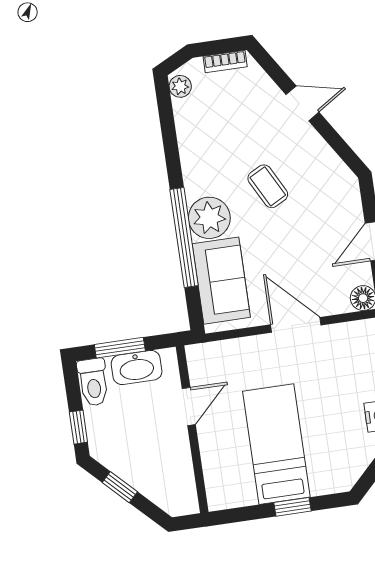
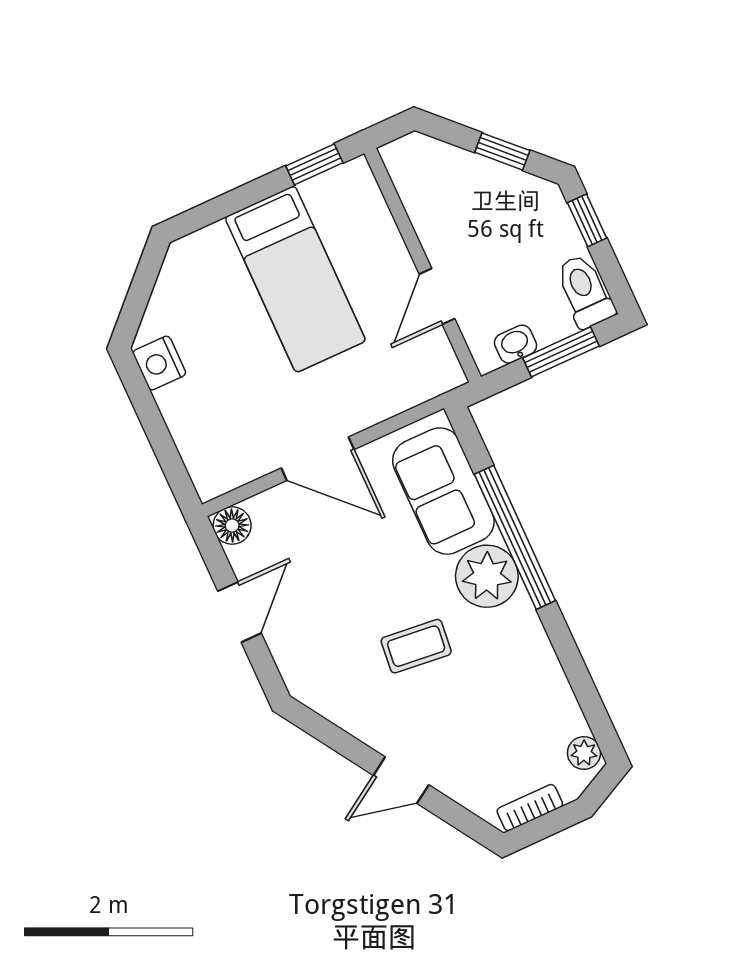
coffee table: (268, 186) -> (416, 646), turned -56
washbasin: (137, 367) -> (515, 344), width x0.52, depth x0.69
window: (292, 507) -> (314, 164), moved

